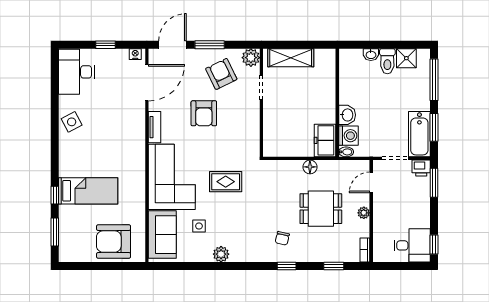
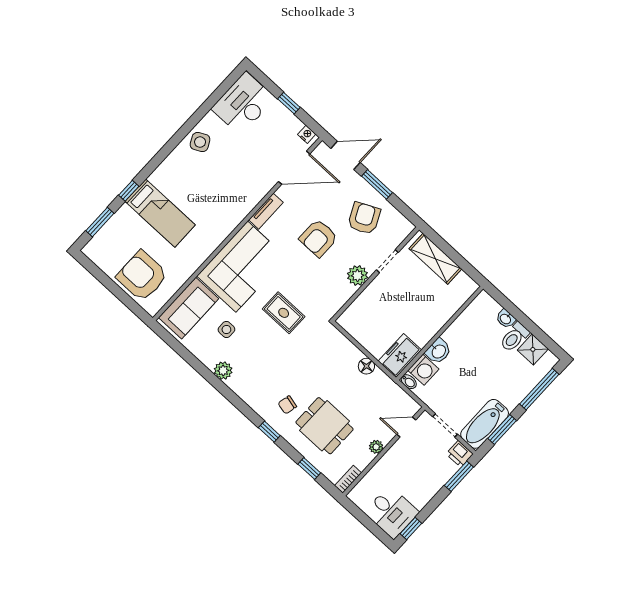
plant: (251, 58) -> (357, 276), moved
dining table: (321, 209) -> (325, 426), moved

